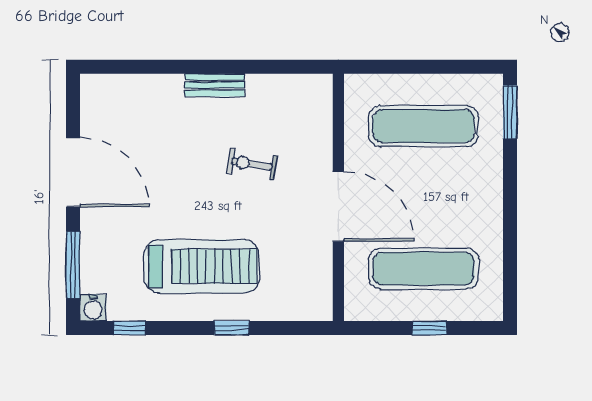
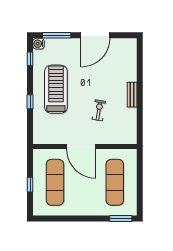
door: (338, 206) -> (81, 147), hinge flipped
treadmill: (202, 266) -> (56, 89), turned 180

